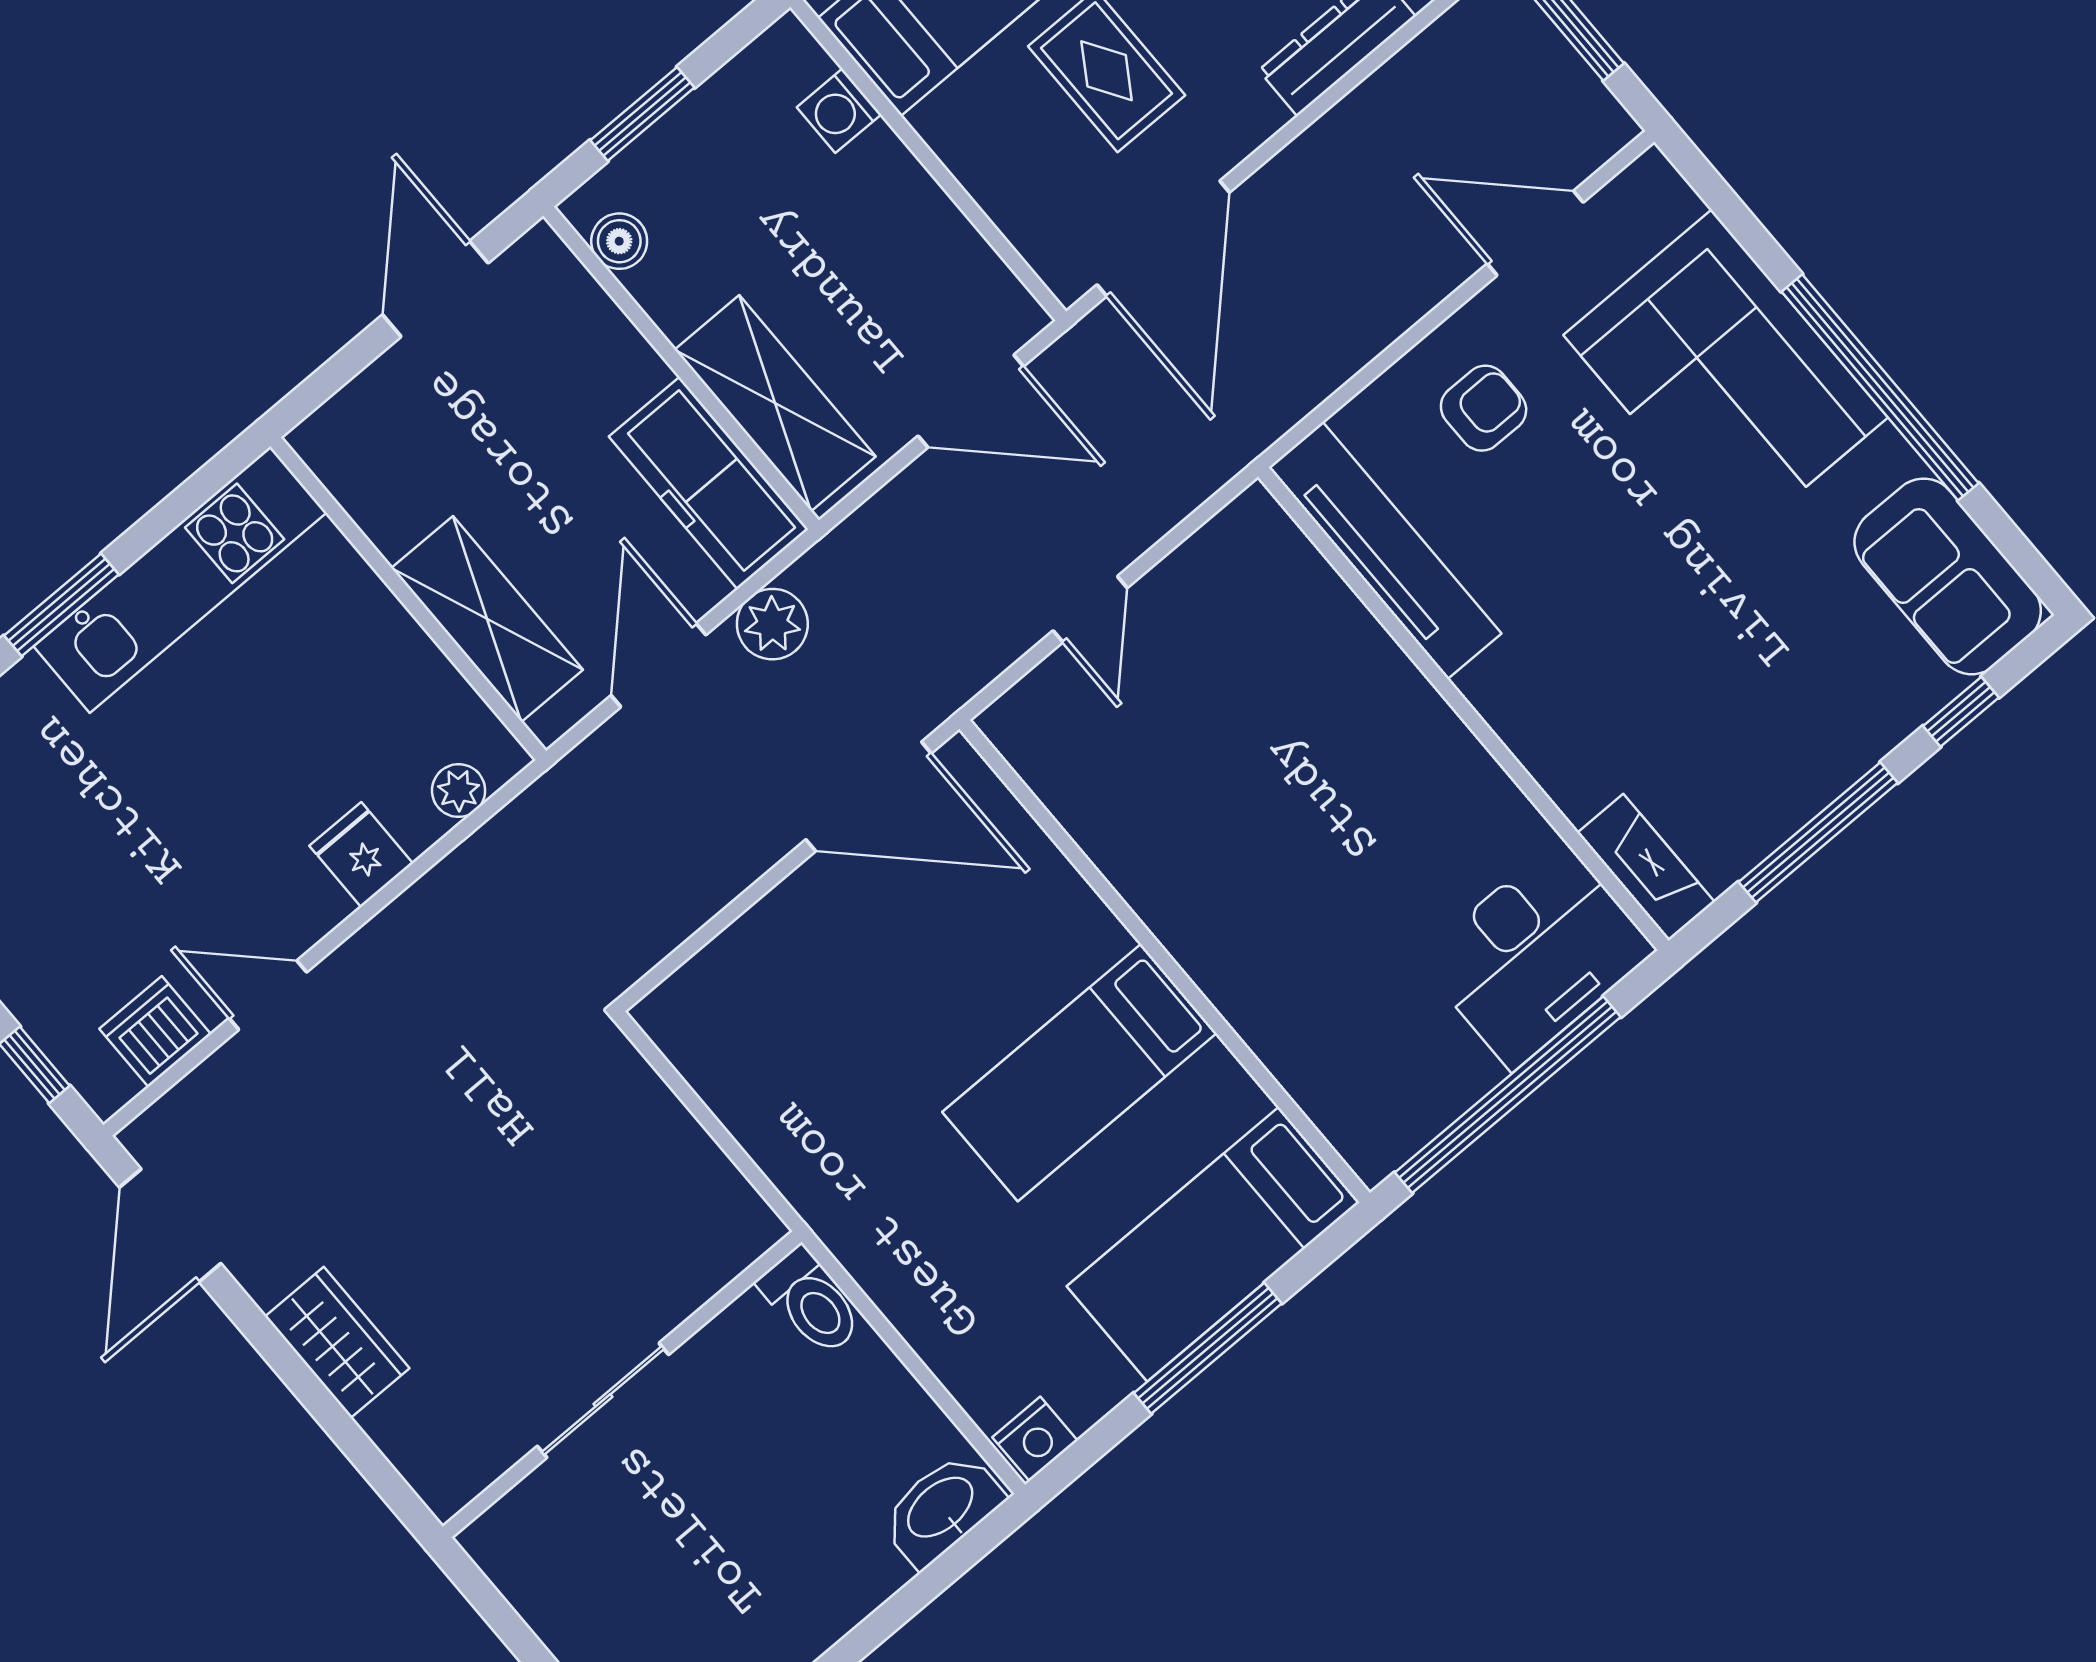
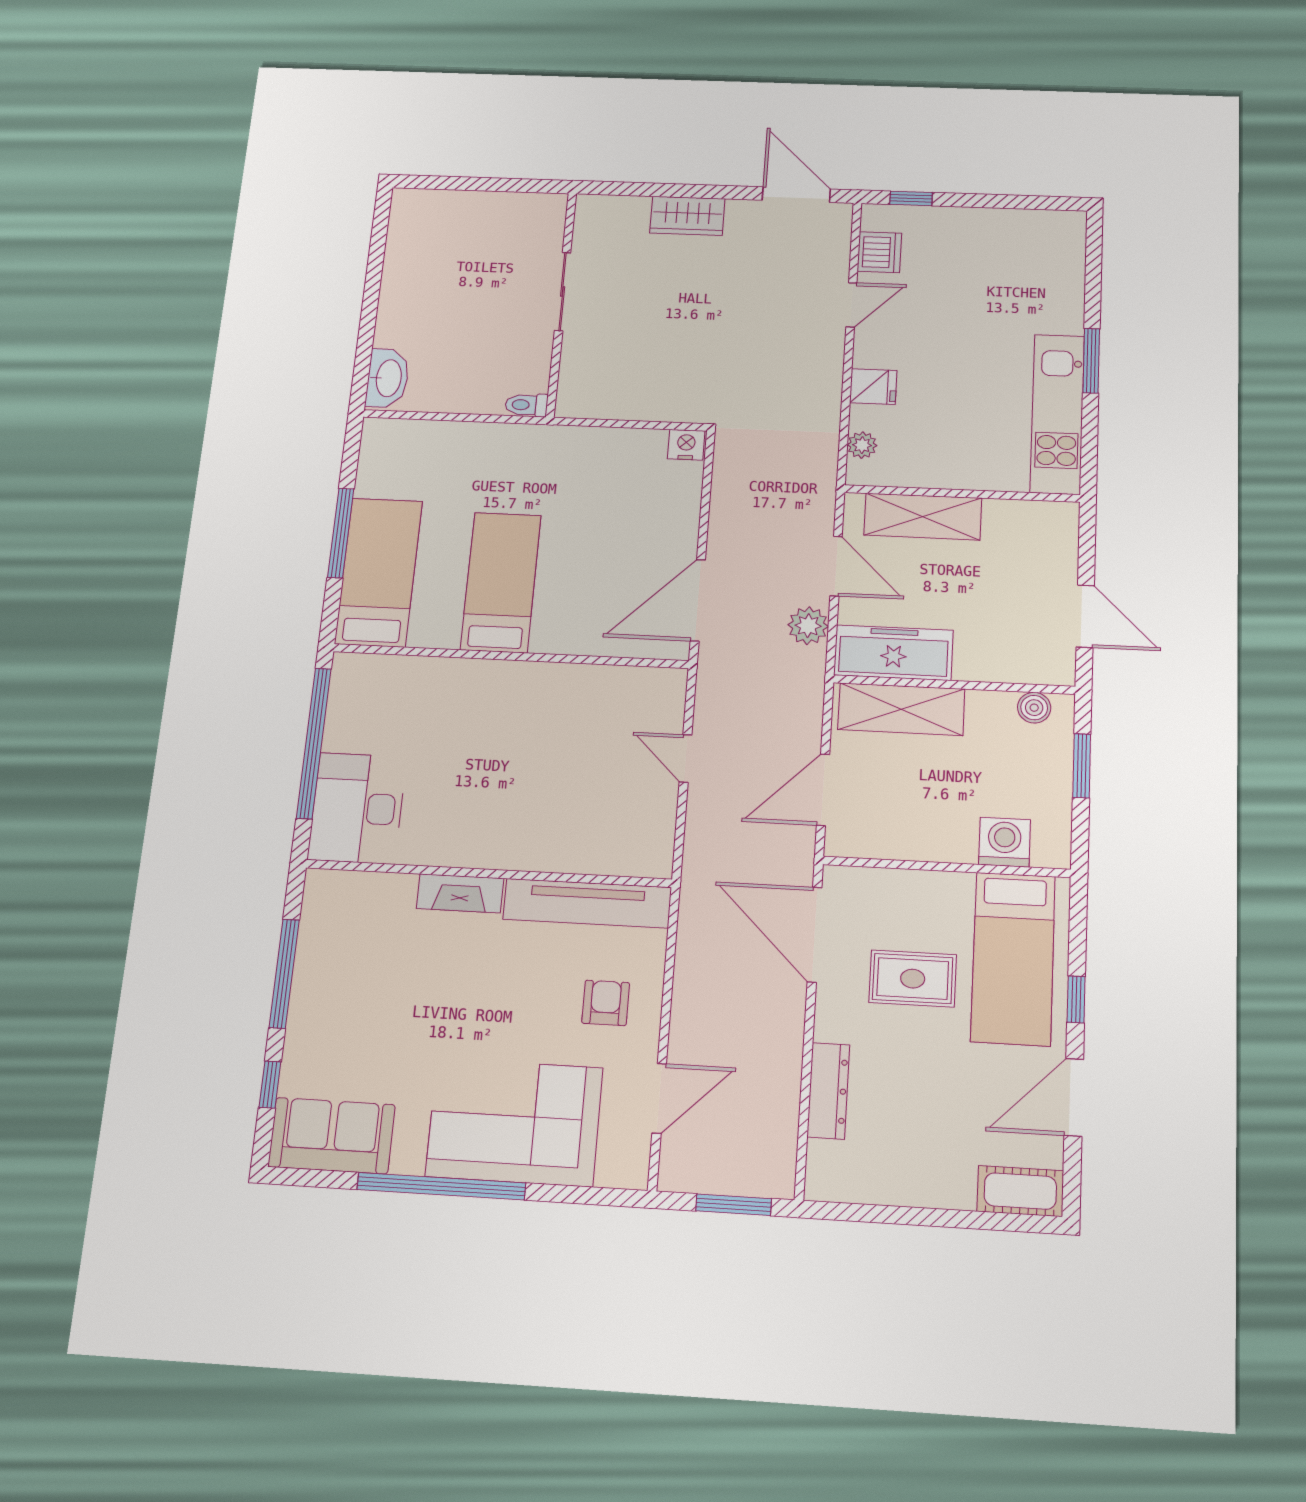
washing machine: (839, 111) -> (1005, 842), width x1.38, depth x1.38
armchair: (1484, 408) -> (606, 1003), turned 180
fireplace: (1646, 867) -> (460, 893), moved
toilet: (811, 1302) -> (526, 405), width x0.73, depth x0.72
nightstand: (1035, 1439) -> (686, 445), moved, turned 90

